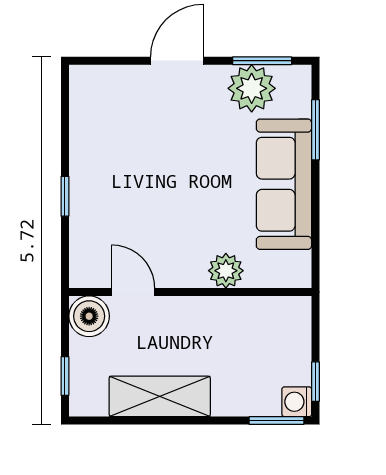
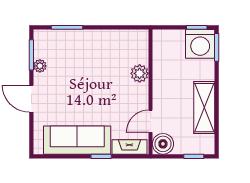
plant: (252, 88) -> (40, 66), width x0.53, depth x0.53
sofa: (284, 184) -> (77, 140), moved, turned 180
fireplace: (83, 251) -> (129, 147), added
washing machine: (297, 402) -> (200, 44), width x1.89, depth x1.89

